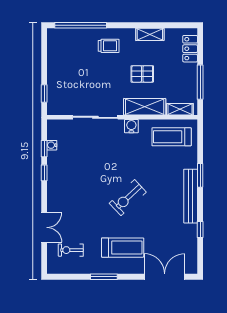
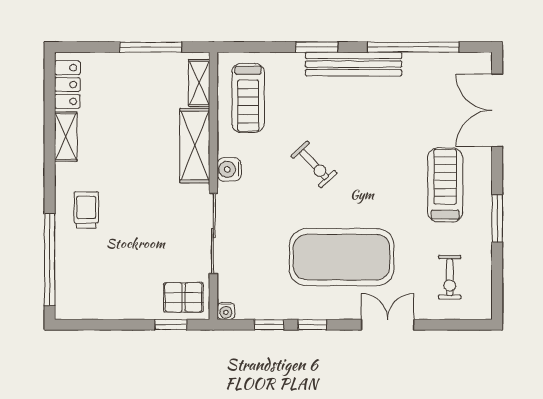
locker: (190, 49) -> (67, 85), moved, turned -90
pallet: (142, 74) -> (184, 297), moved, turned 90
water cooler: (52, 145) -> (226, 311), moved
exercise mat: (82, 189) -> (342, 257), added
exercise bike: (128, 198) -> (314, 165), moved, width x0.73, depth x0.72
double door: (44, 227) -> (388, 325), moved
window: (200, 230) -> (413, 47), width x3.17

